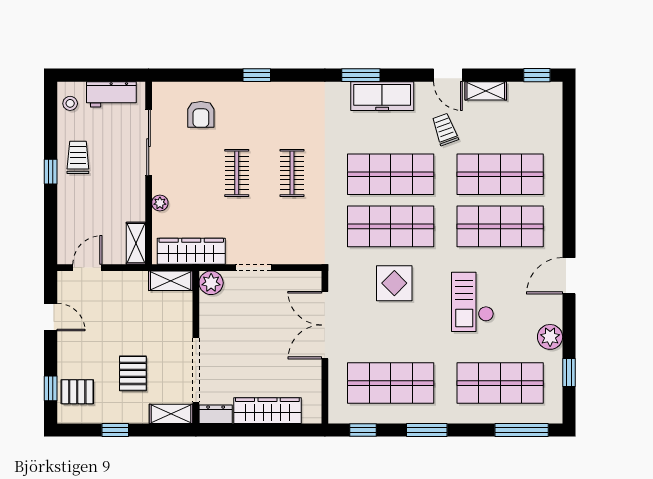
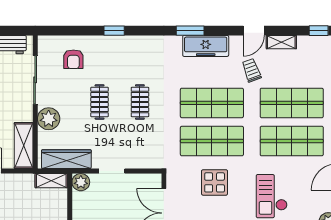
door: (448, 75) -> (254, 31), hinge flipped
plant: (160, 203) -> (49, 119), width x1.88, depth x1.88
shelving: (136, 243) -> (24, 146), width x1.50, depth x1.33

